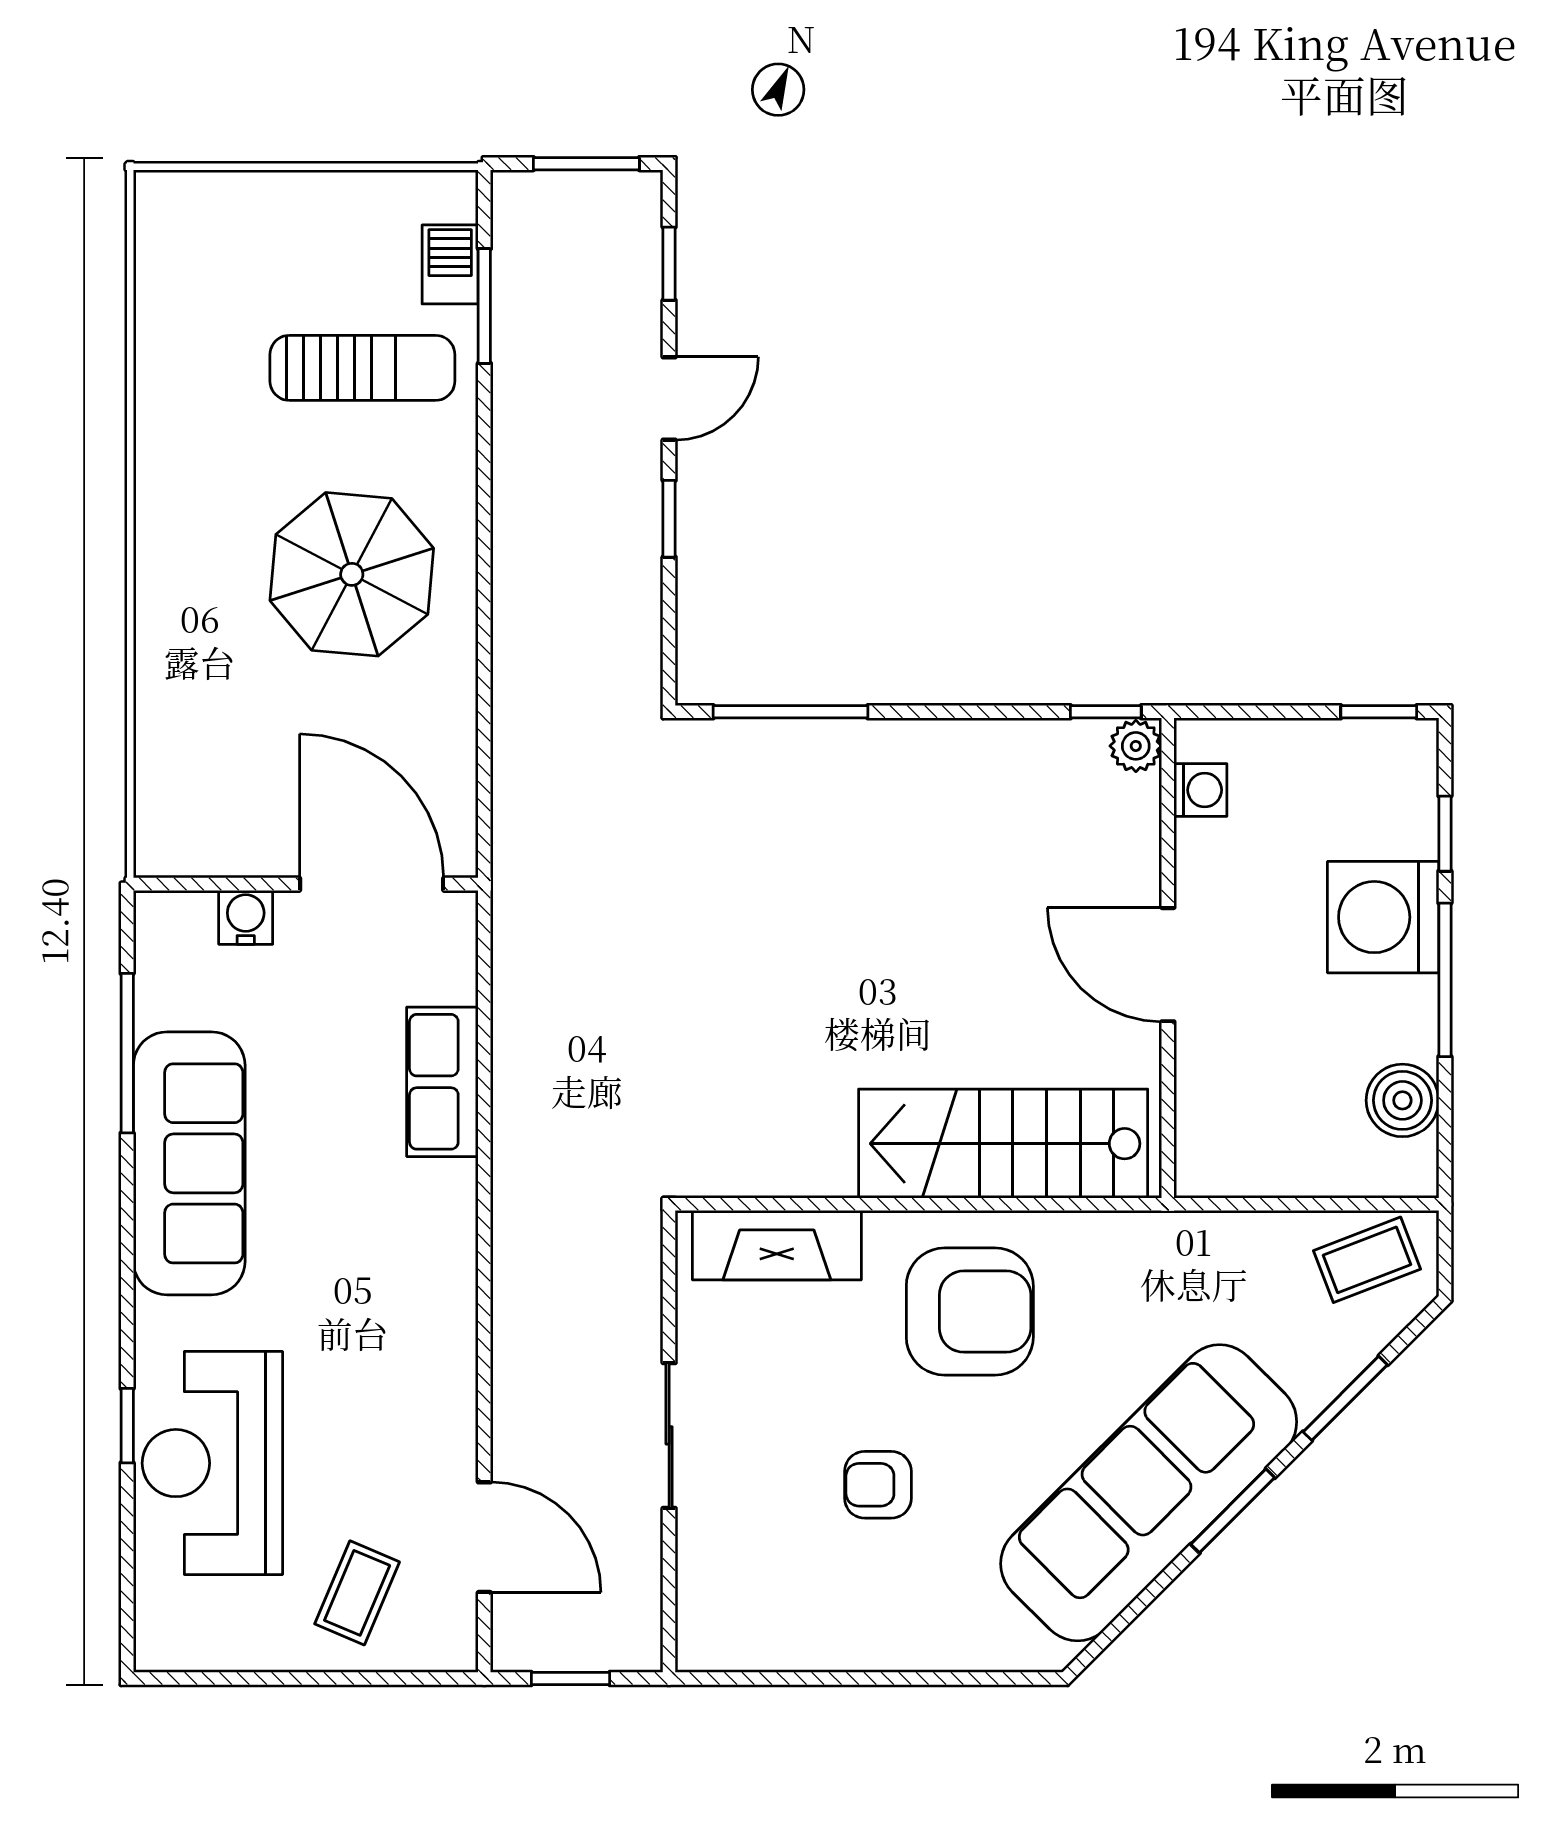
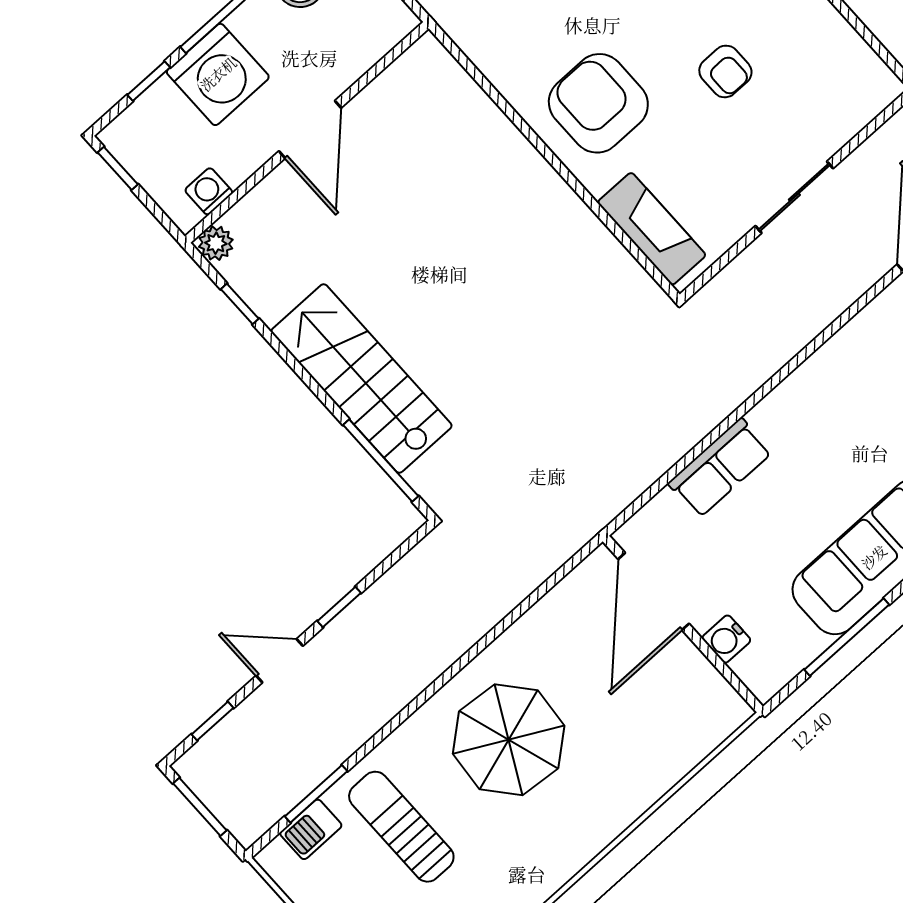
plant: (1136, 746) -> (216, 243), moved
washing machine: (1200, 790) -> (209, 191), moved
wall: (1168, 958) -> (307, 132), moved
door: (1168, 965) -> (310, 129), moved
stairs: (1003, 1144) -> (361, 378), moved, turned 180

